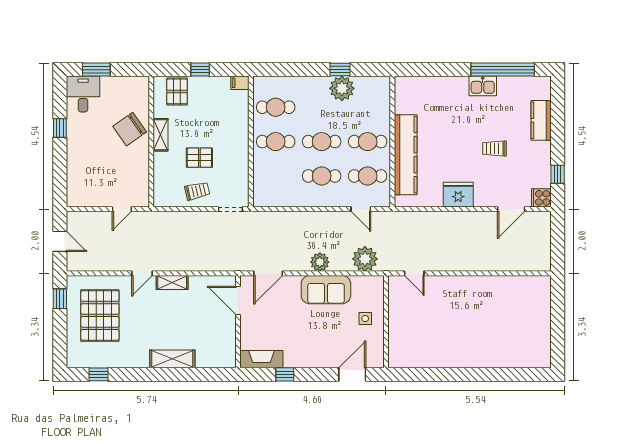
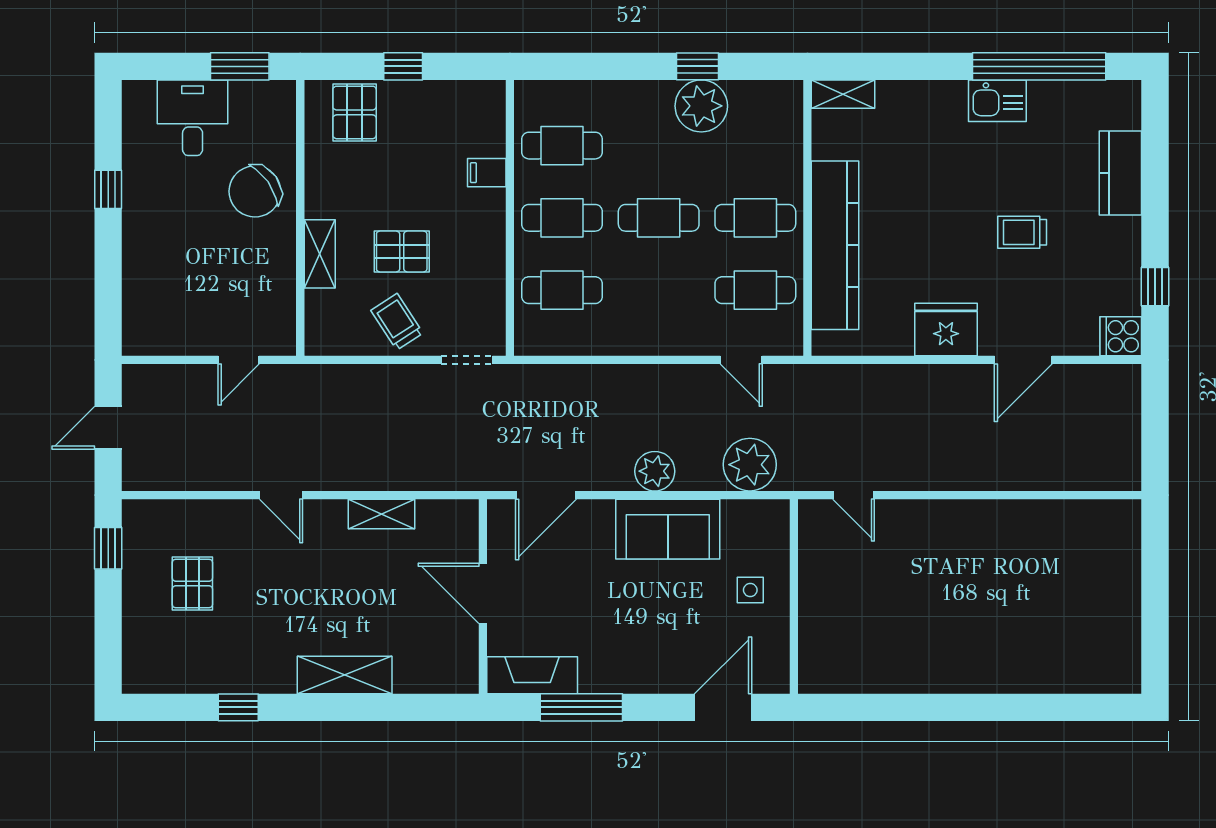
window: (96, 70) -> (240, 66), moved
filing cabinet: (240, 83) -> (487, 173), moved
shelving: (409, 83) -> (843, 94), added
desk: (83, 94) -> (193, 118), moved
shelving: (160, 135) -> (320, 254), moved
cafe table: (322, 176) -> (562, 290), moved
trolley: (197, 191) -> (397, 322), turned -110
door: (511, 209) -> (1023, 360), moved
door: (60, 241) -> (108, 428), swing flipped
door: (142, 273) -> (281, 495), hinge flipped
shelving: (172, 282) -> (382, 514), moved
door: (238, 300) -> (483, 593), moved
pallet: (100, 315) -> (192, 584), width x0.49, depth x0.50
window: (99, 374) -> (238, 707), moved
window: (285, 374) -> (581, 707), width x2.17

